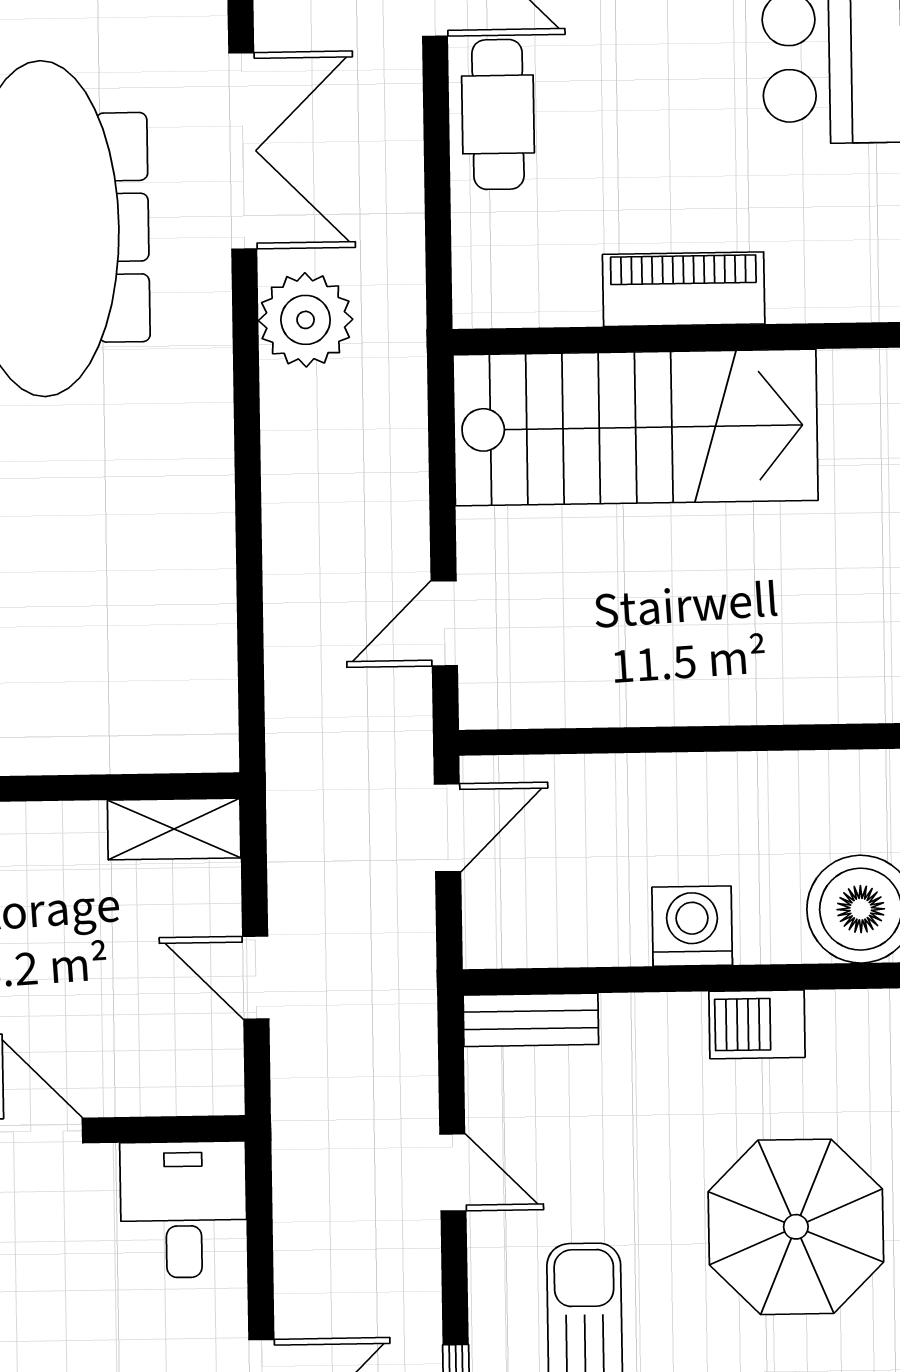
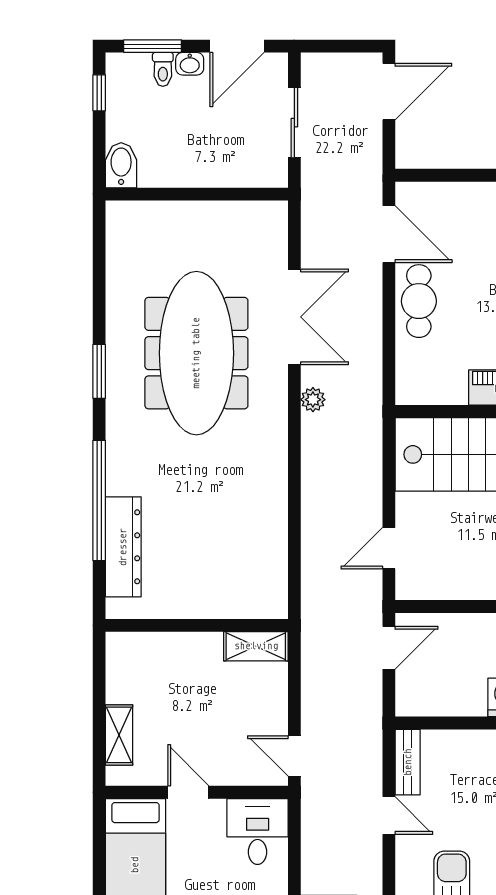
plant: (306, 320) -> (313, 400), width x0.53, depth x0.53
door: (256, 978) -> (294, 756), moved
bench: (531, 1020) -> (408, 762), moved, turned 90

